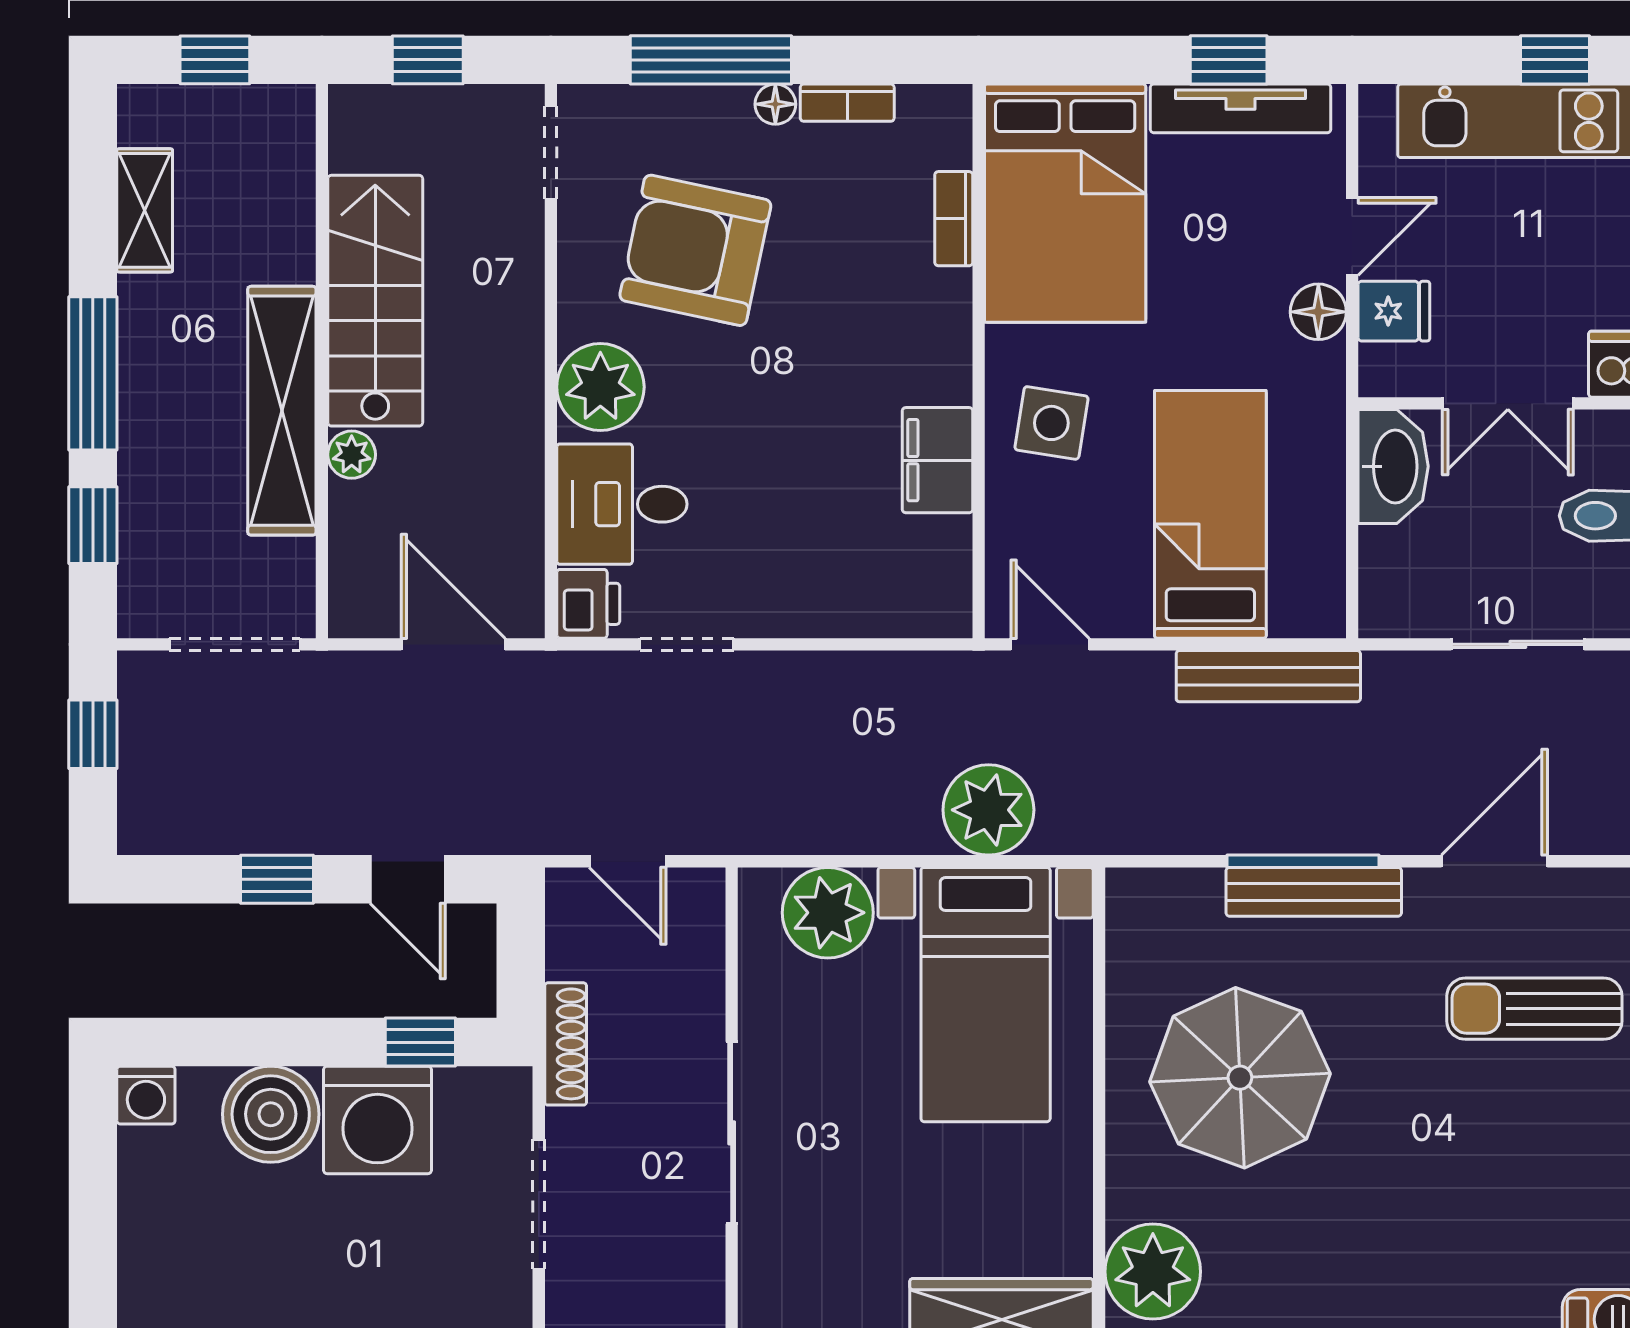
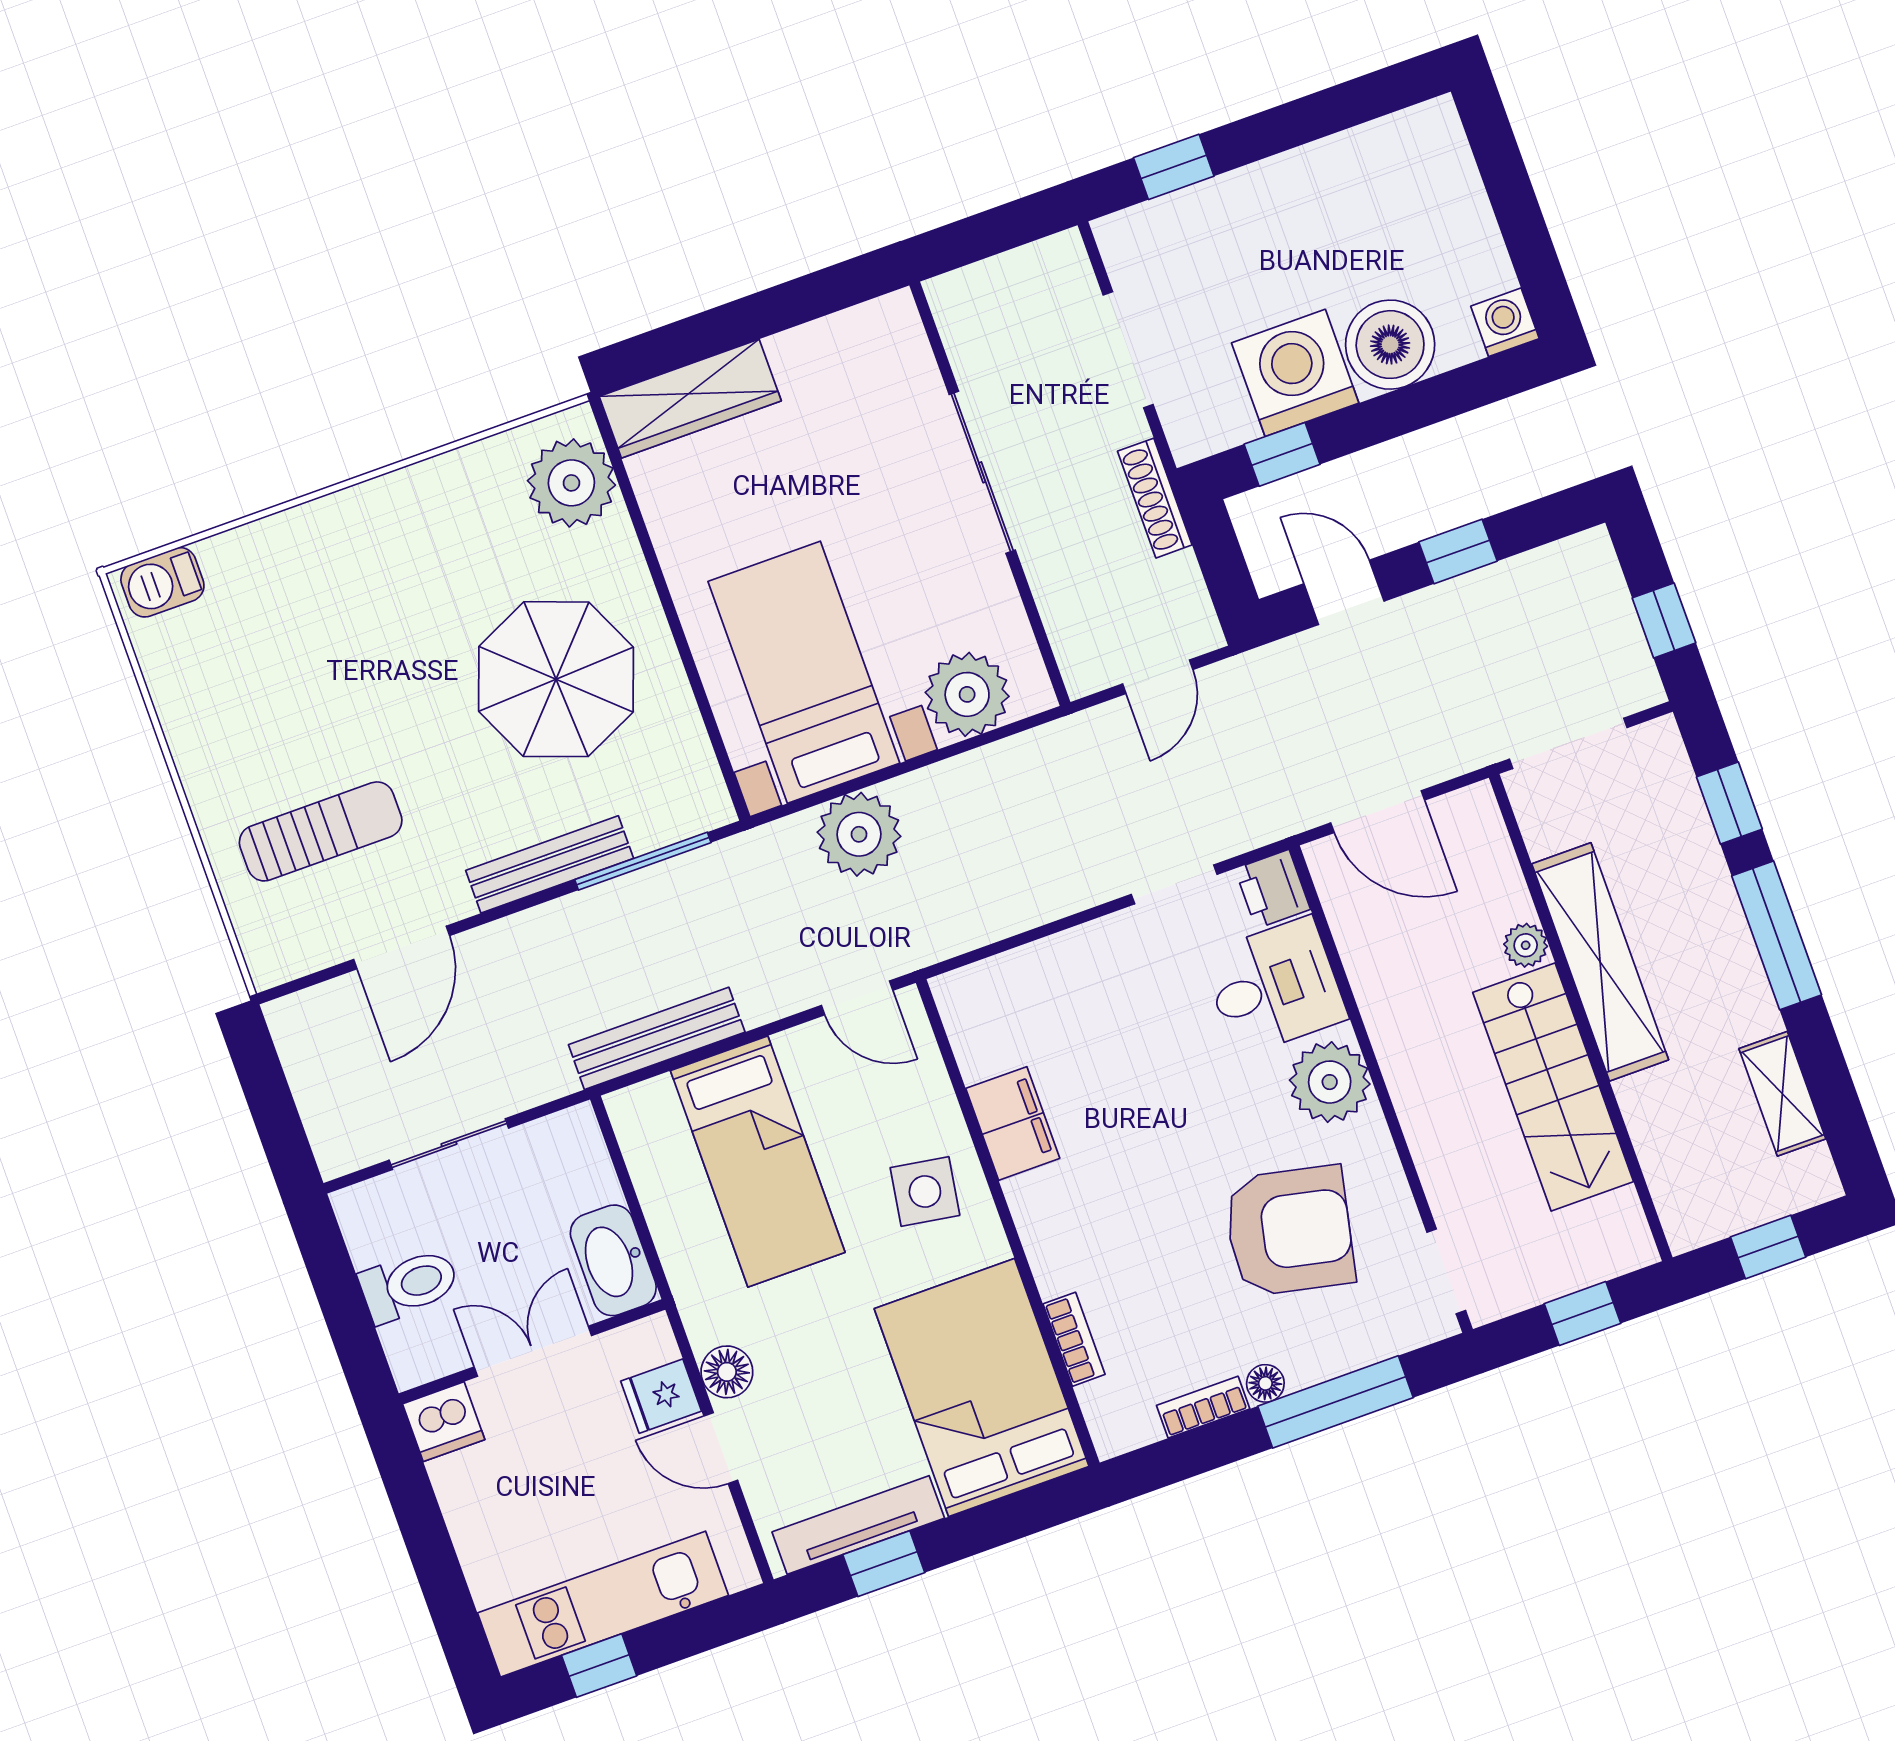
door: (1352, 237) -> (721, 1448), hinge flipped
door: (628, 861) -> (1158, 677), swing flipped
window: (1303, 861) -> (643, 861), moved

